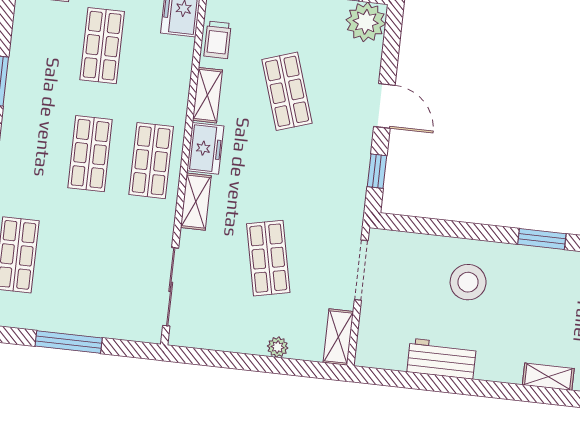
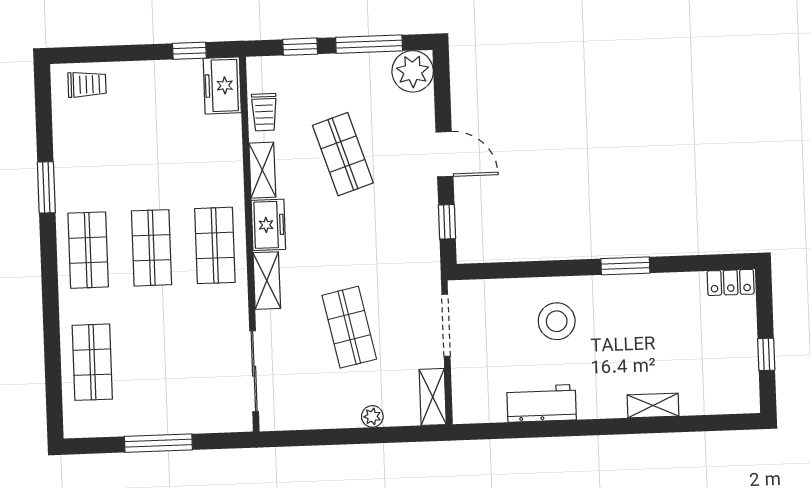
shop shelf: (102, 46) -> (88, 250), moved

